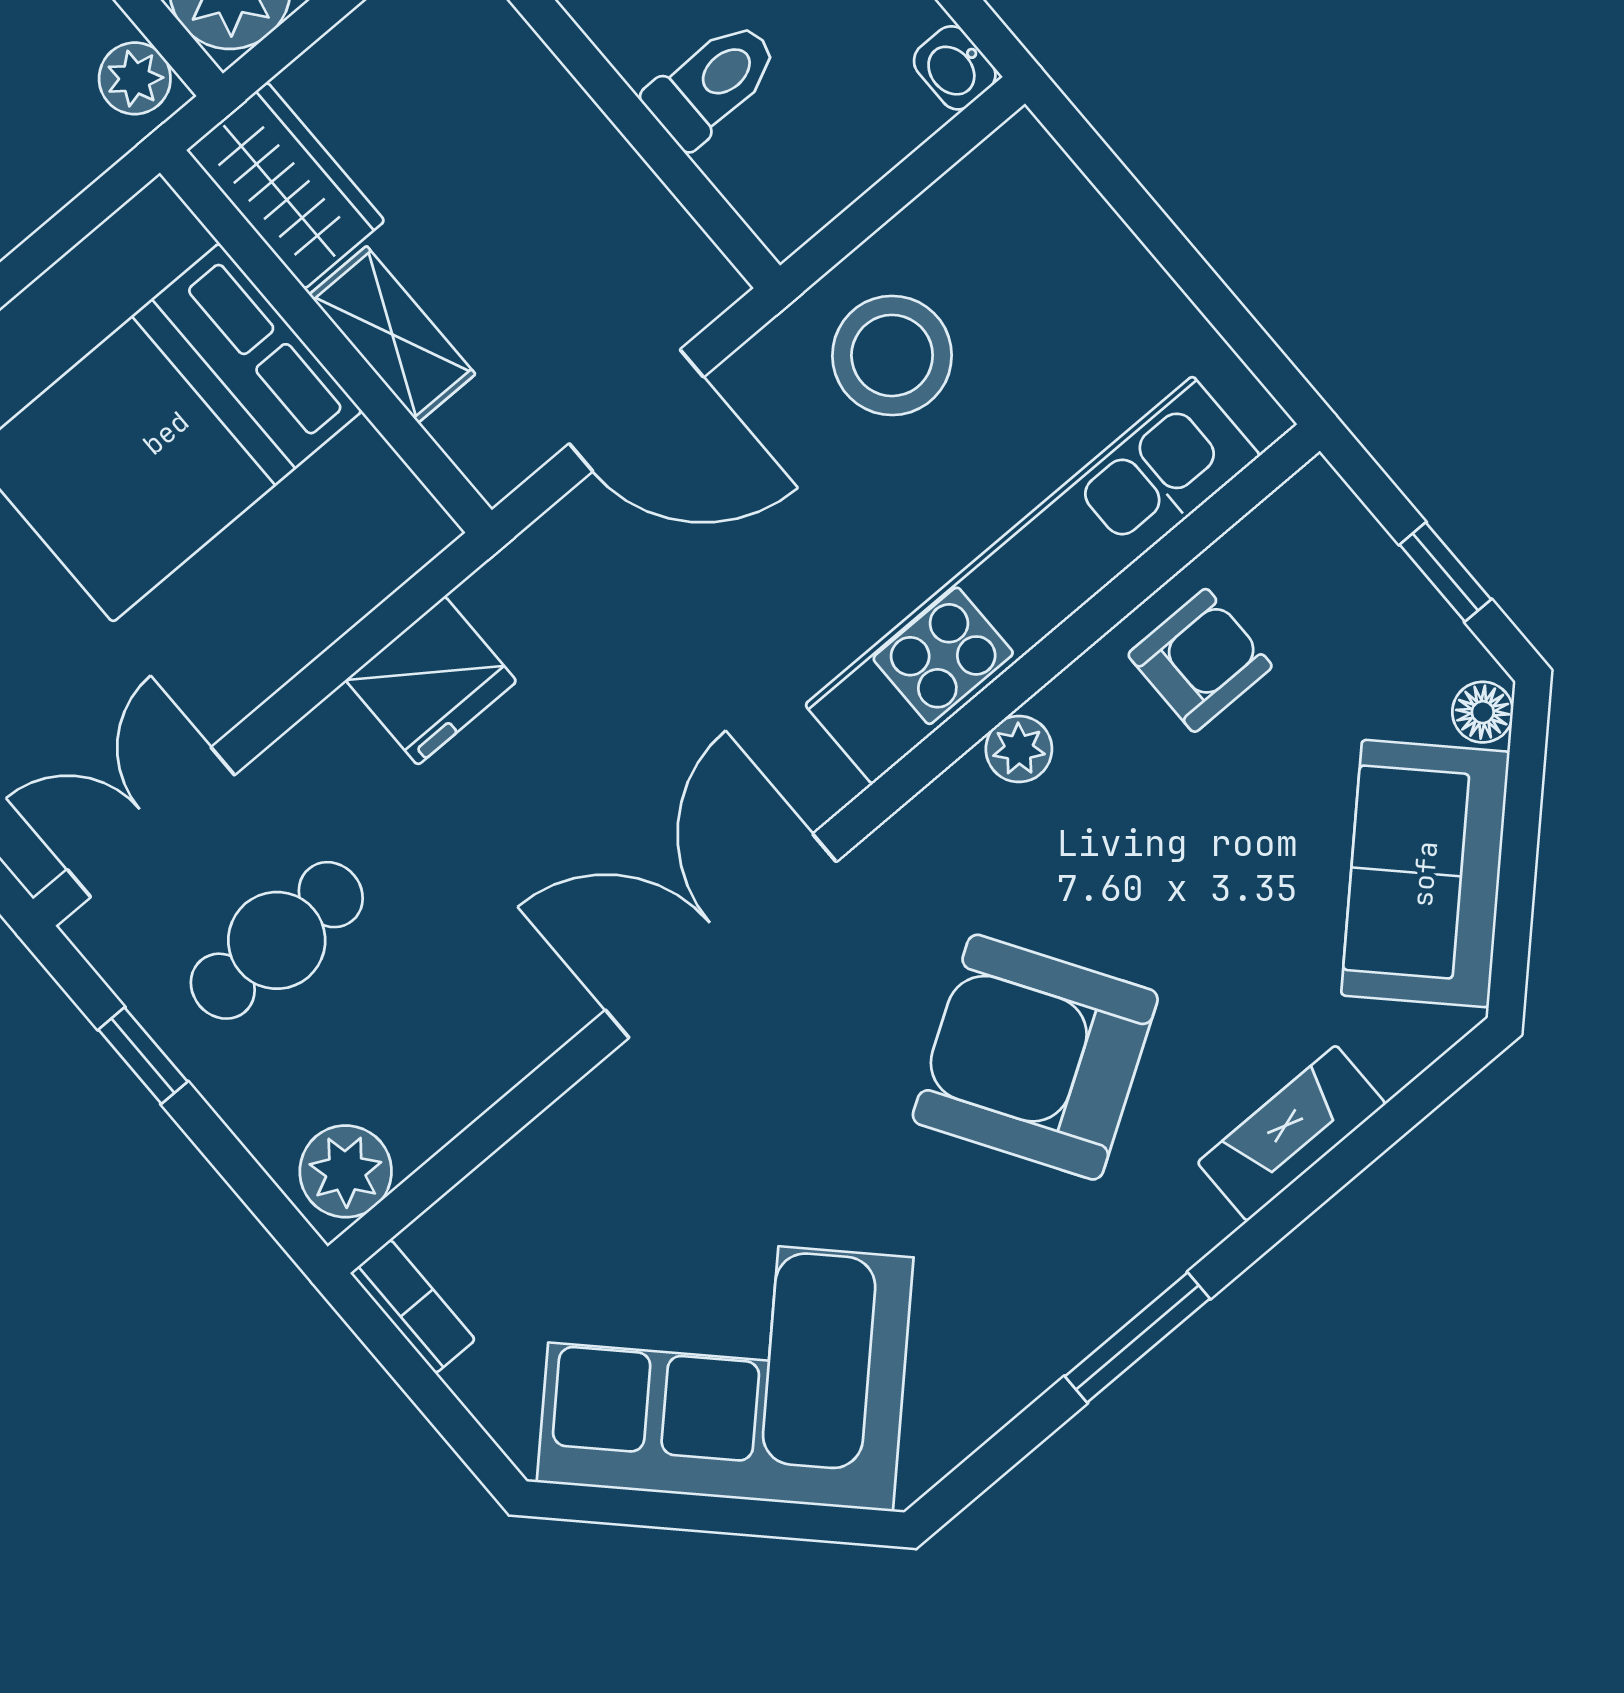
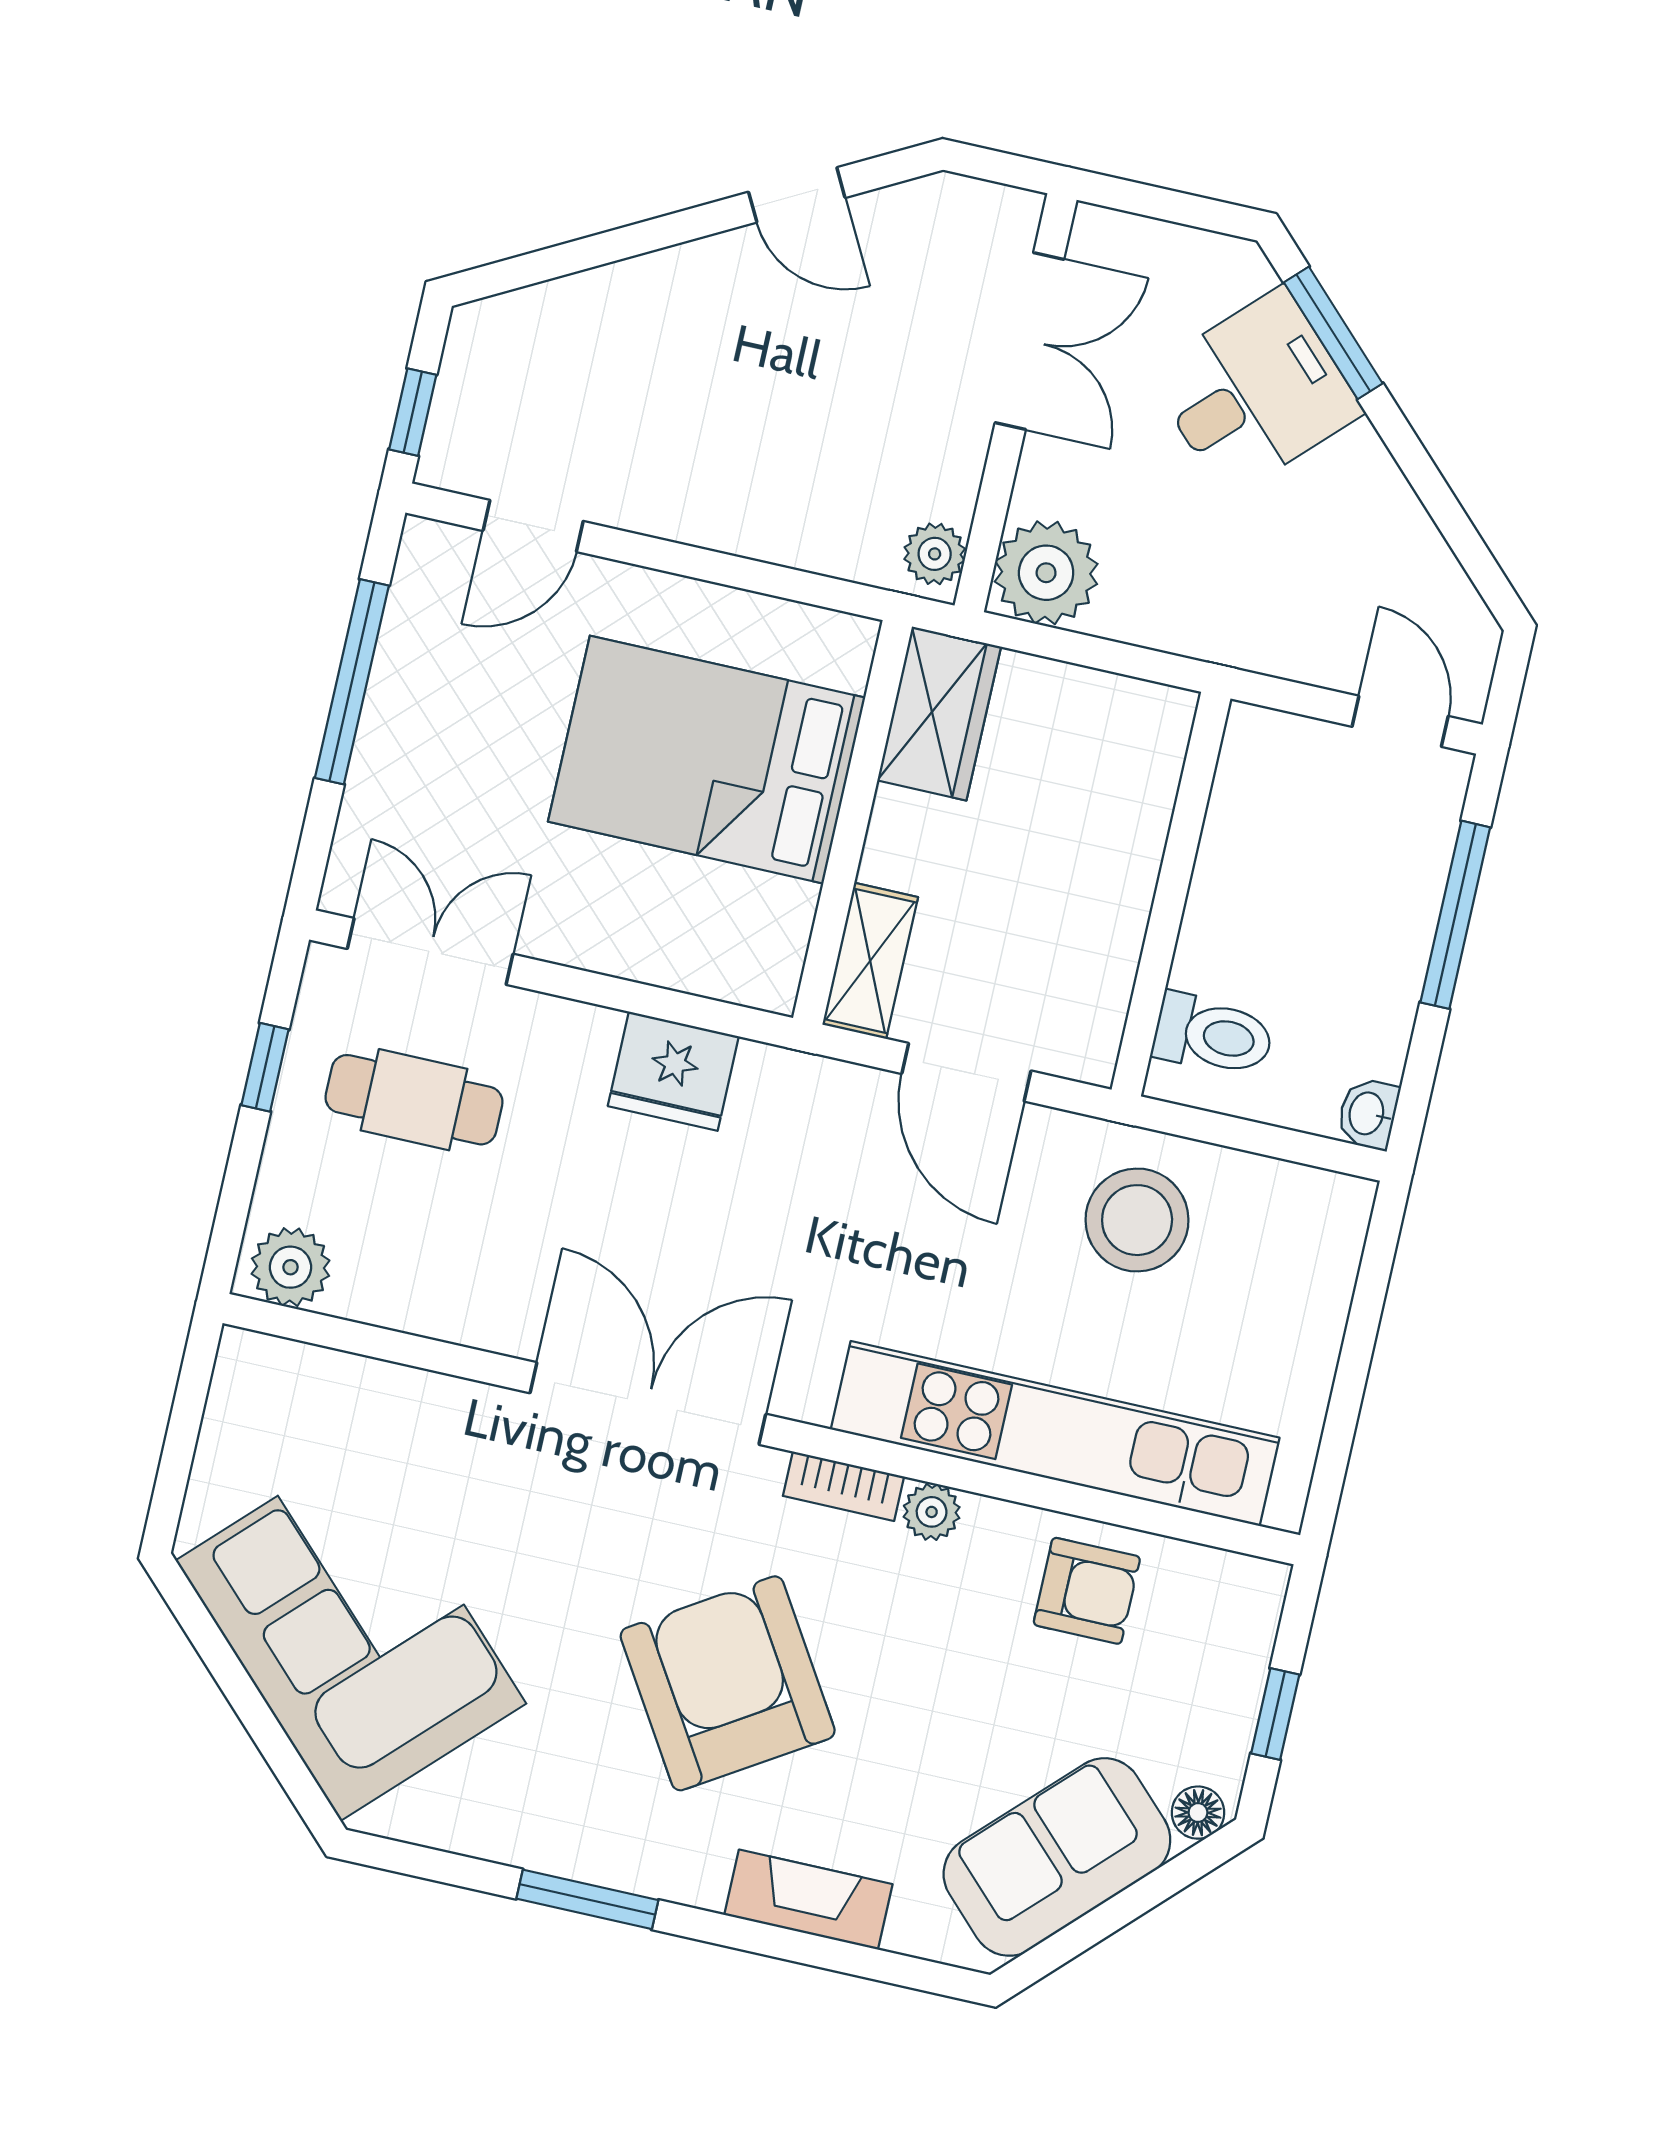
toilet: (712, 83) -> (1213, 1035), moved
shelving: (392, 334) -> (870, 961), moved
bookcase: (413, 1306) -> (843, 1486), moved, turned 90

